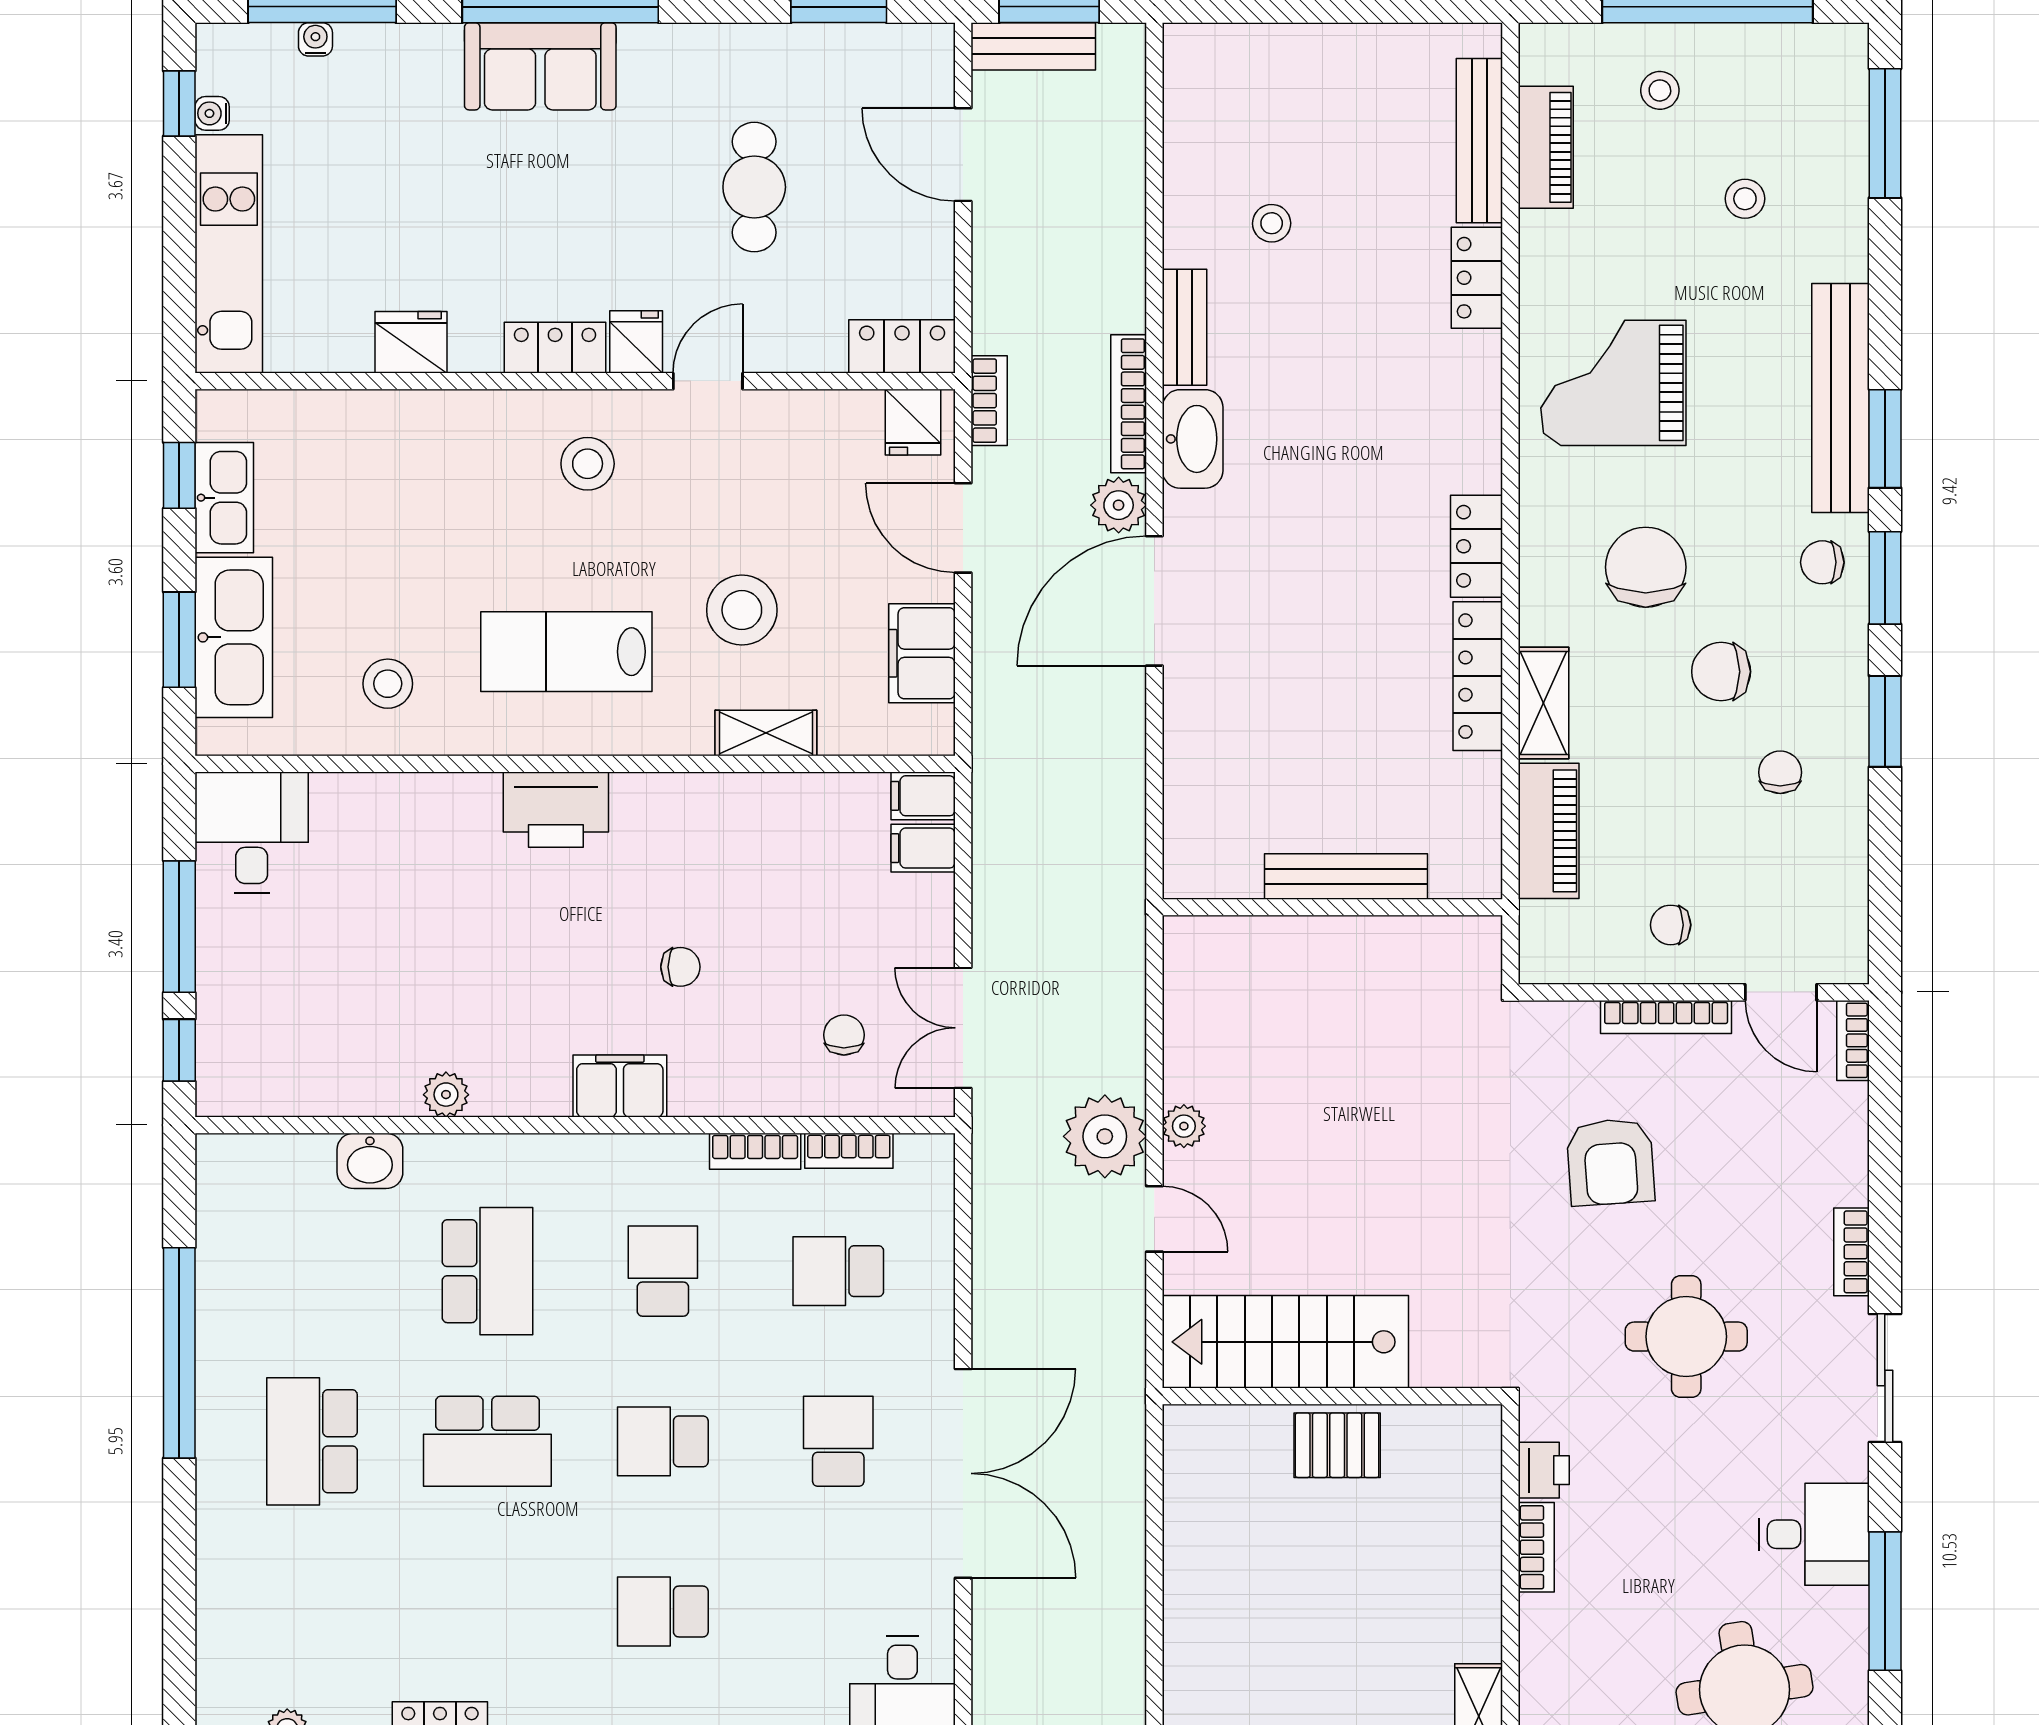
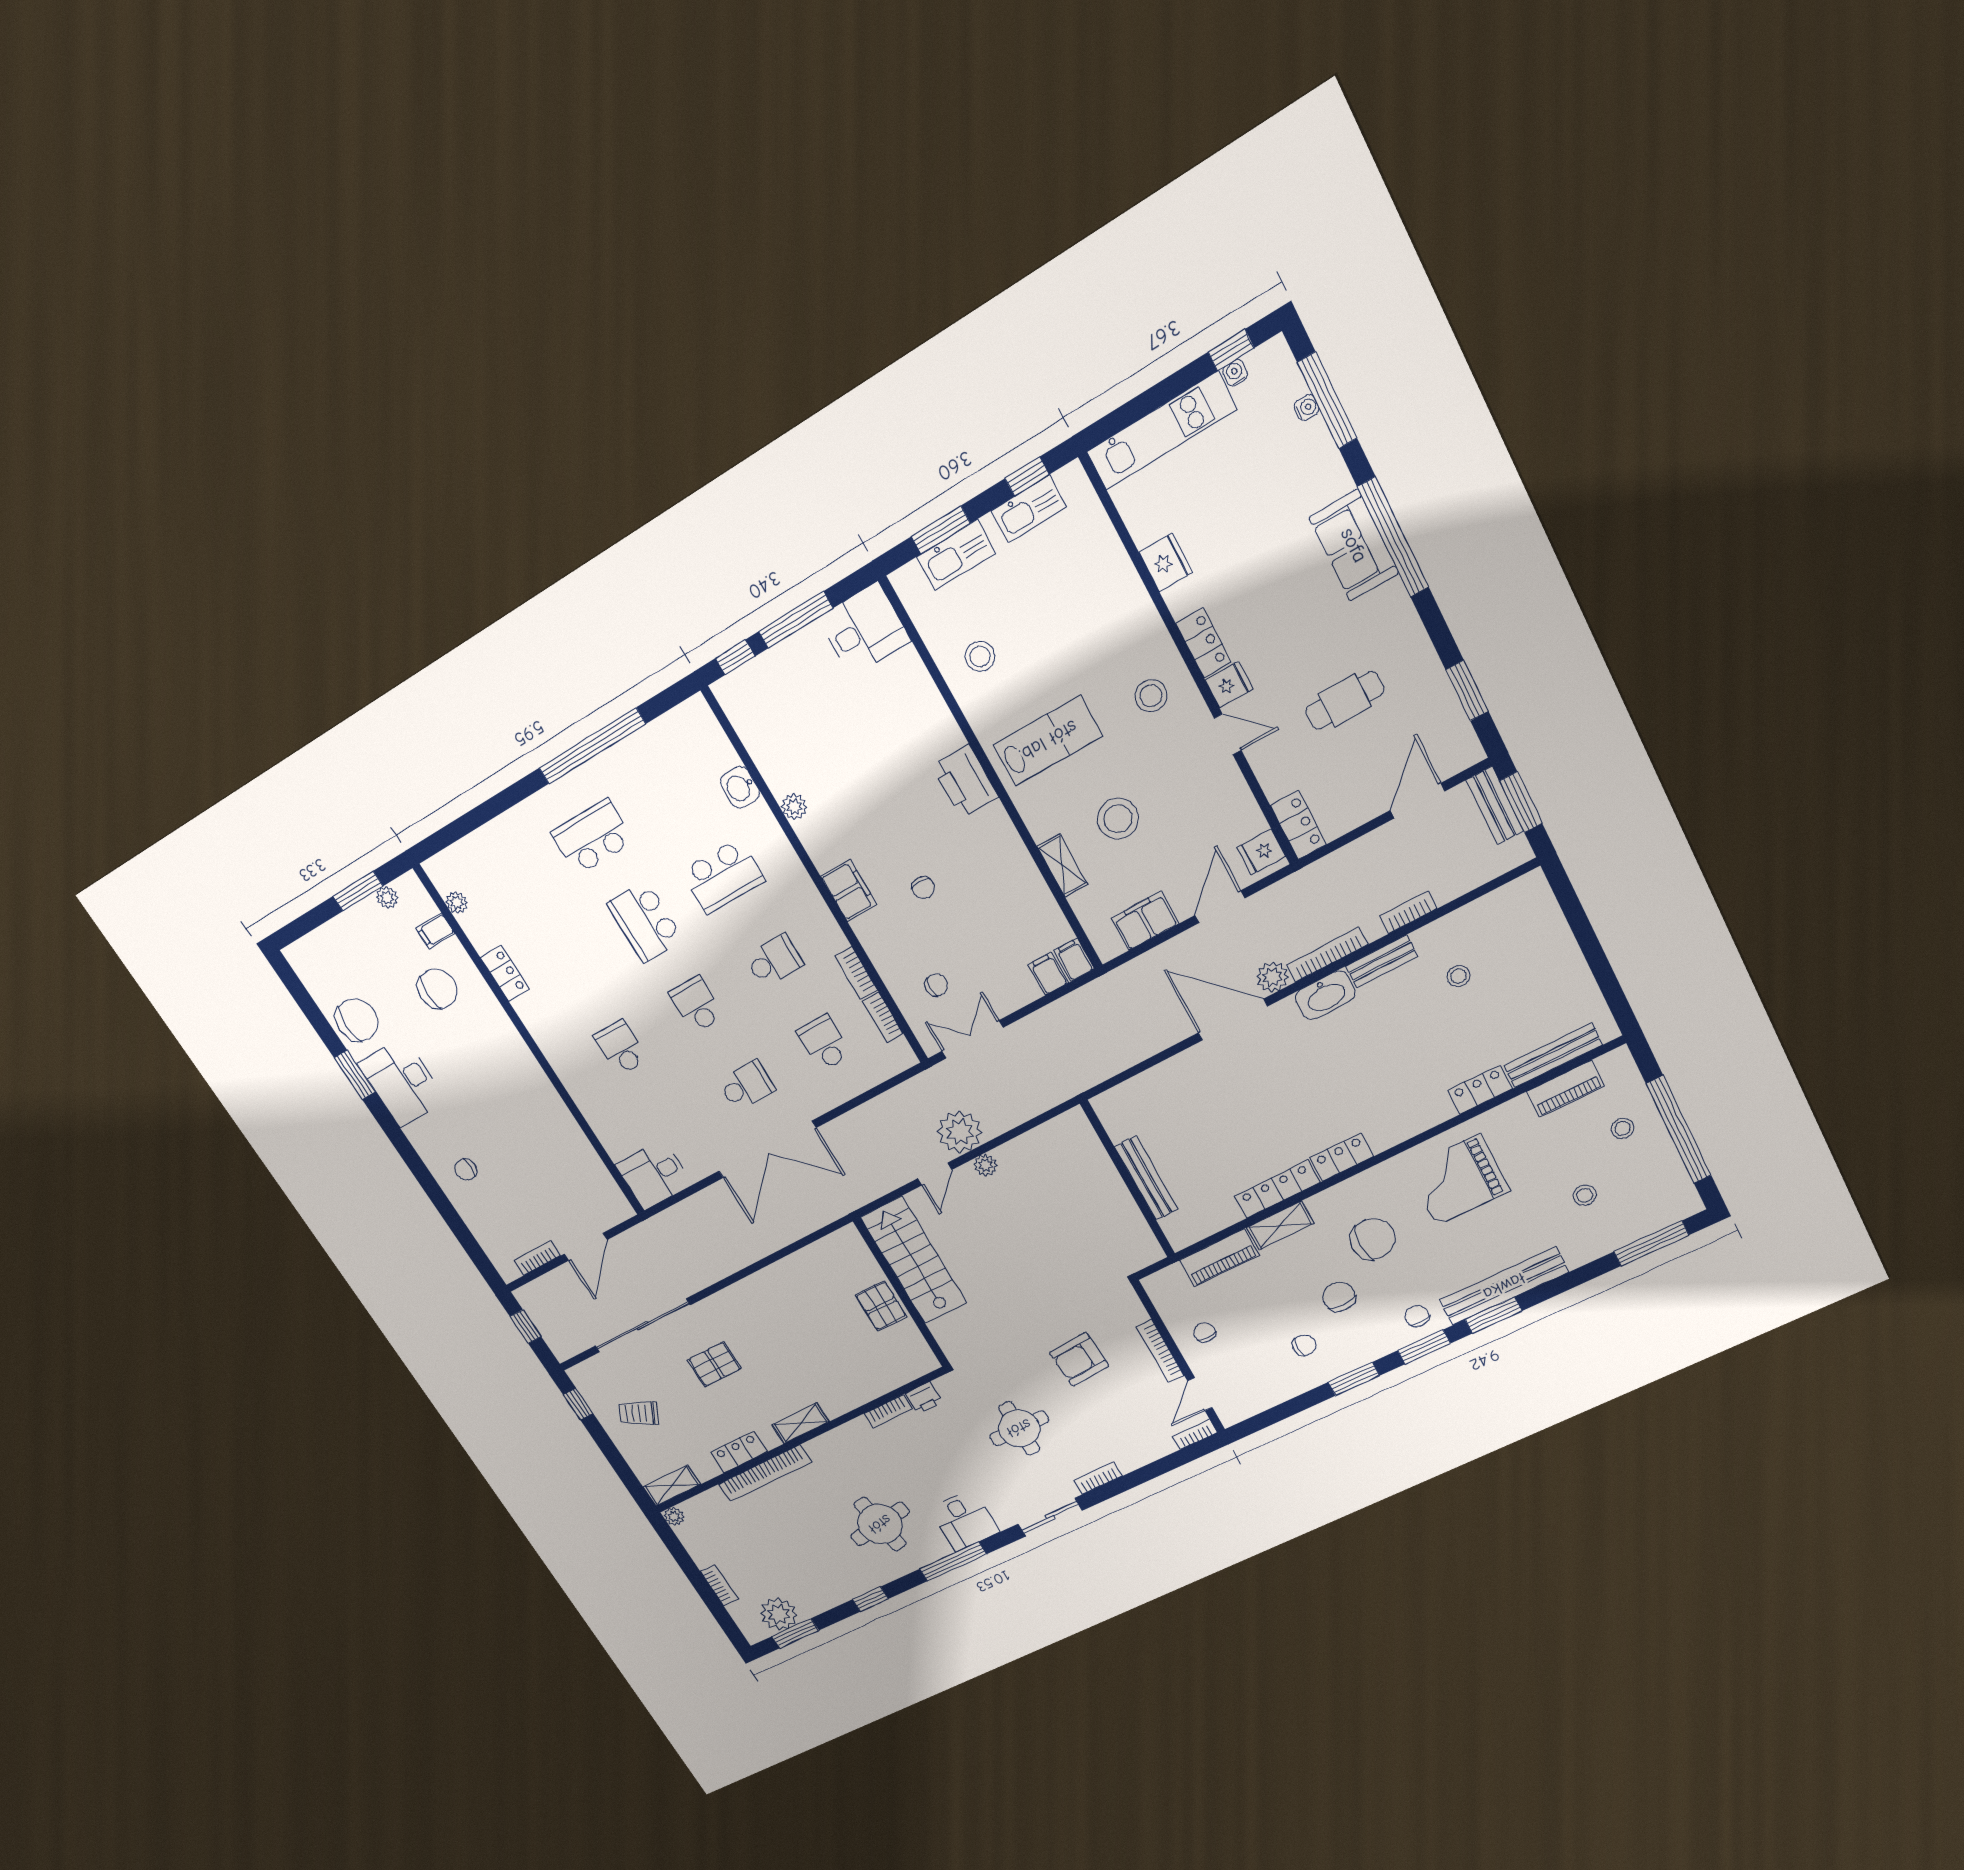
grand piano: (1613, 383) -> (1458, 1180), turned -90
bookcase: (989, 401) -> (1408, 912), moved, turned 180
kitchen sink: (234, 637) -> (956, 555), width x0.73, depth x0.81
lab bench: (566, 652) -> (1048, 741), turned 90

